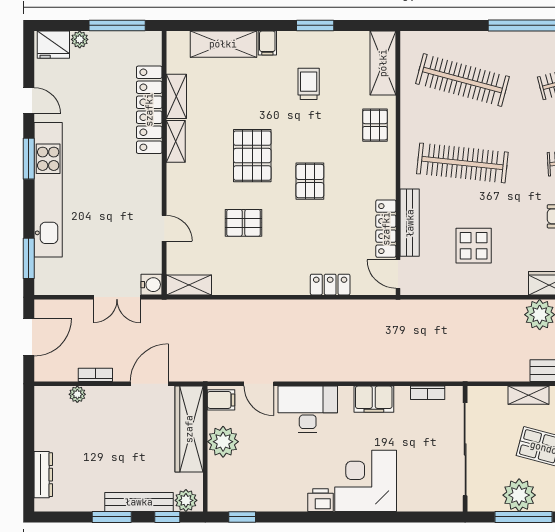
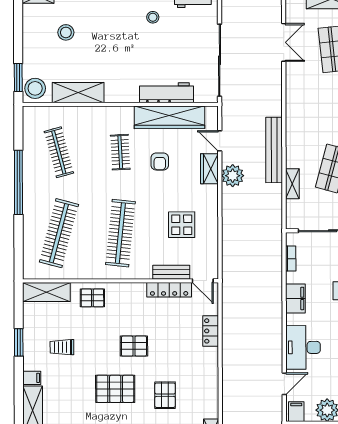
bench: (410, 223) -> (171, 272), width x0.73
door: (398, 274) -> (203, 281), hinge flipped

